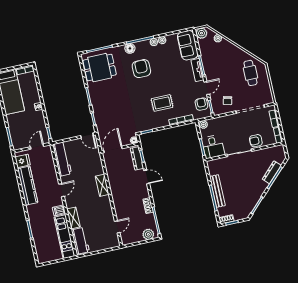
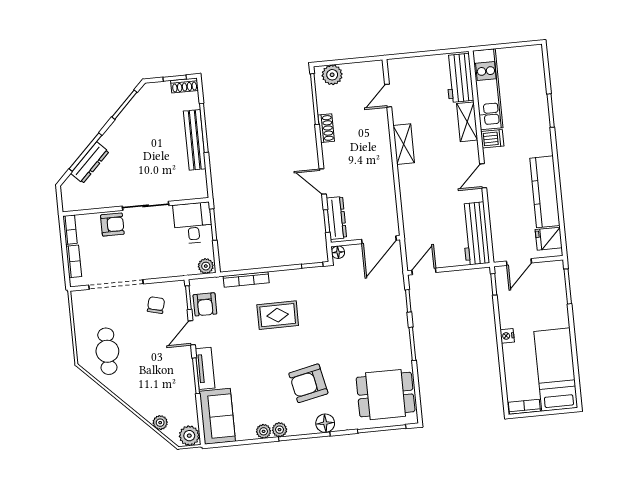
armchair: (141, 69) -> (308, 383), turned 78
door: (87, 136) -> (424, 271), hinge flipped
shelving: (102, 185) -> (404, 144), moved

